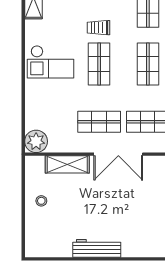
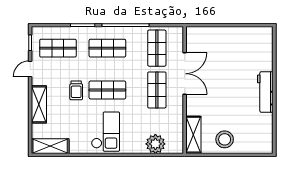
plant: (36, 141) -> (155, 144), moved
shelving: (67, 164) -> (193, 135), moved
stool: (41, 201) -> (225, 139), width x1.89, depth x1.89

